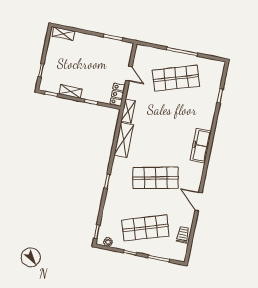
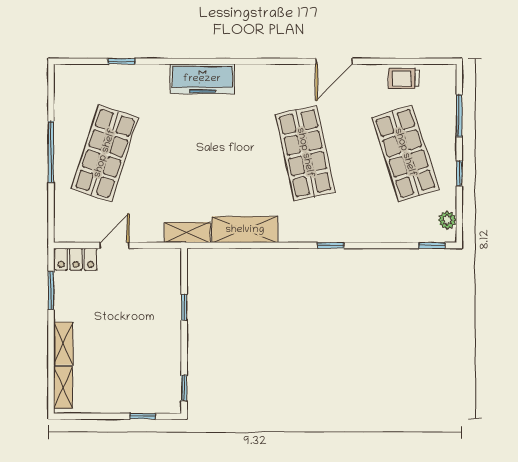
shop shelf: (176, 78) -> (105, 153), turned 36
shelving: (70, 91) -> (63, 343), moved
locker: (118, 95) -> (76, 259), moved
freezer: (201, 146) -> (202, 79), moved

